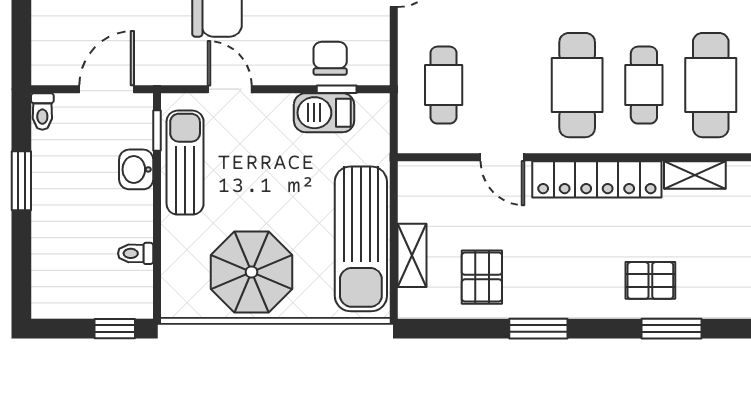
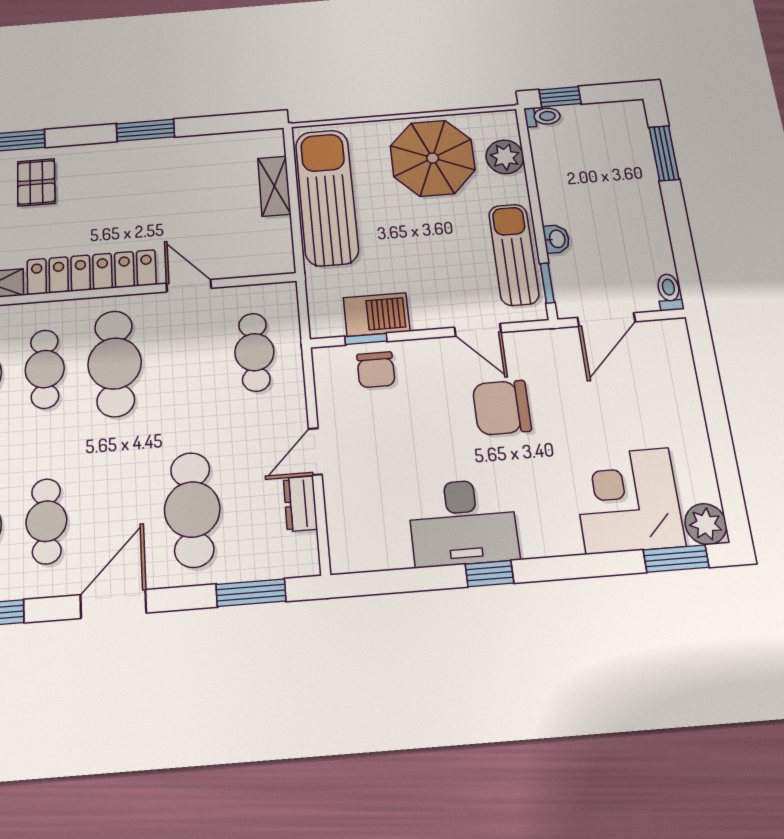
sun lounger: (185, 163) -> (514, 254), turned 180
washbasin: (136, 169) -> (557, 239), width x0.72, depth x0.69
window: (21, 181) -> (664, 153), moved
toilet: (136, 253) -> (543, 116), moved
plant: (179, 267) -> (505, 157), added
pallet: (482, 277) -> (203, 172), removed
pallet: (650, 280) -> (36, 182), turned 90

